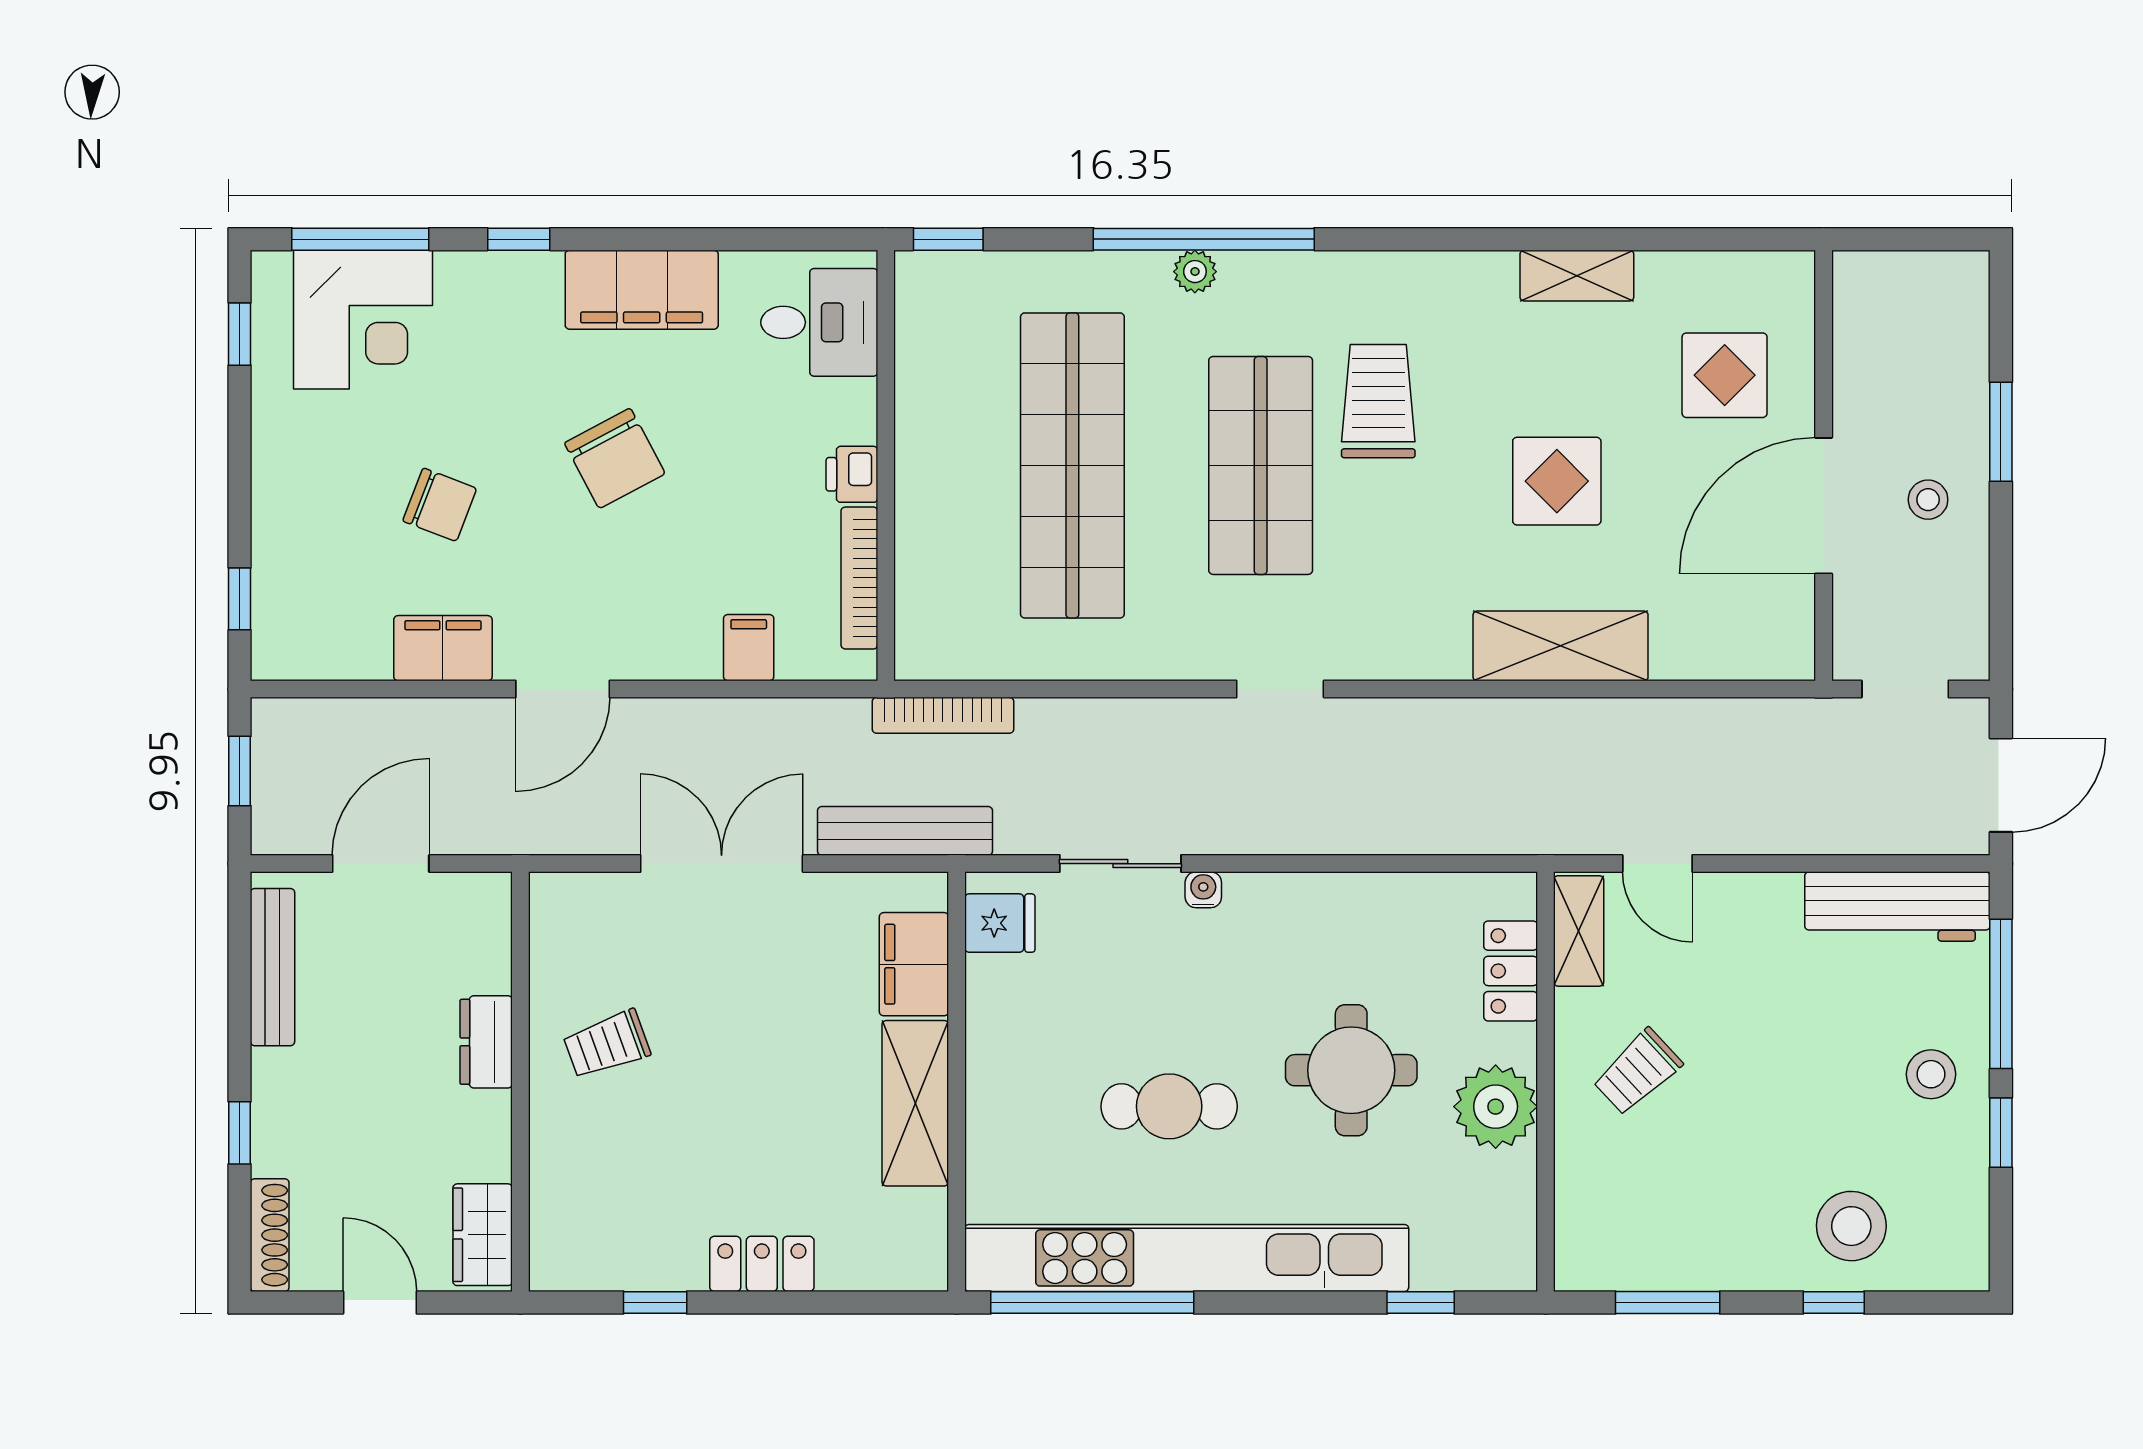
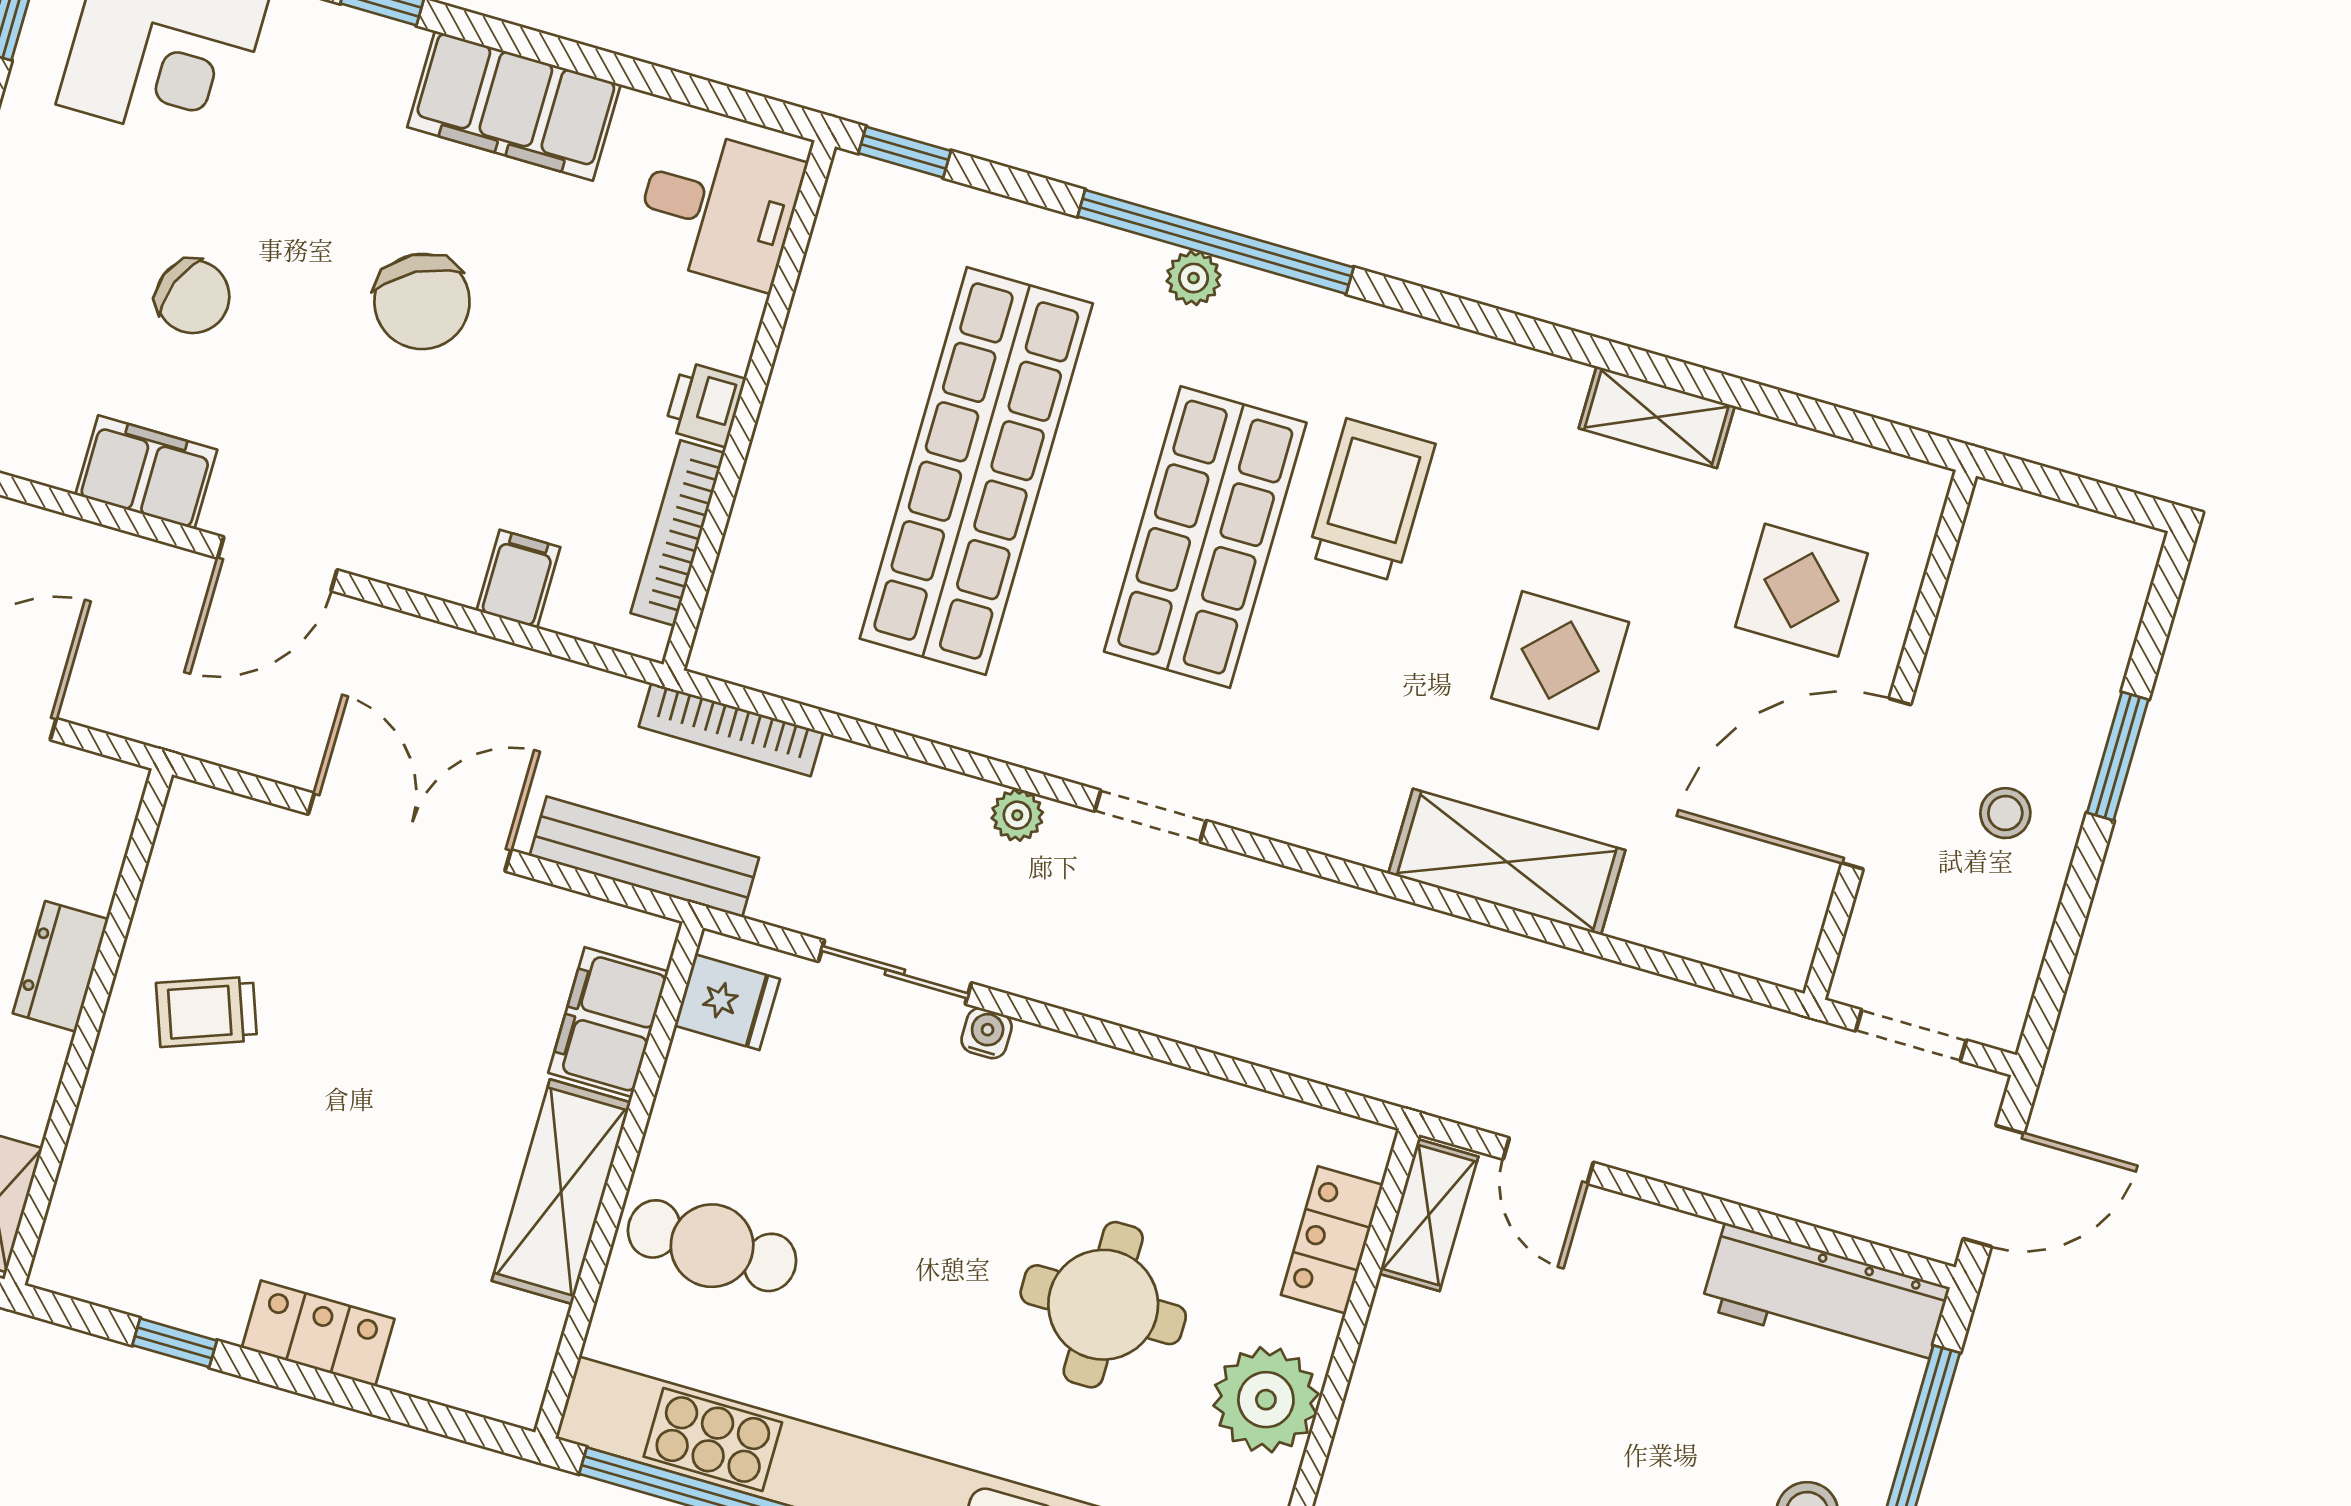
plant: (1179, 718) -> (1017, 815), added
trolley: (1637, 1072) -> (1451, 1407), removed
cafe table: (1169, 1106) -> (712, 1246), moved

